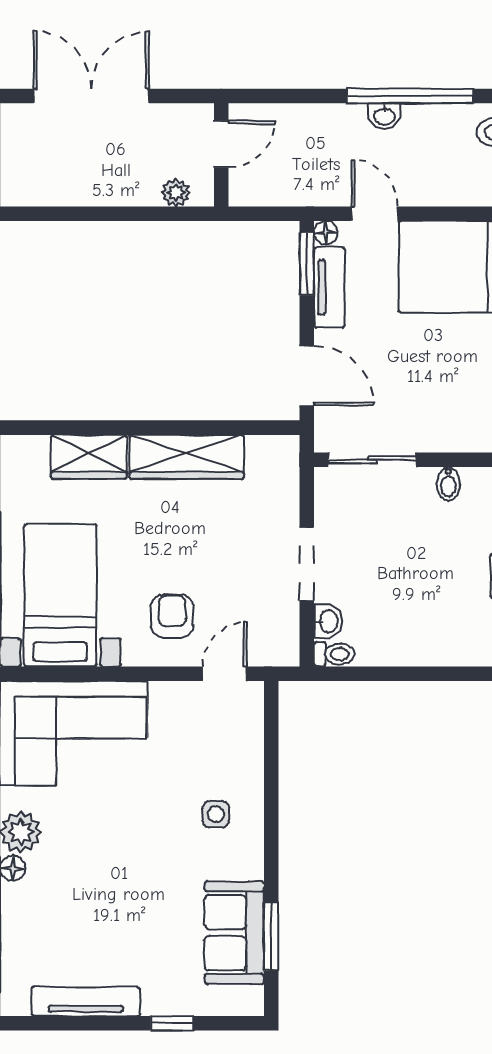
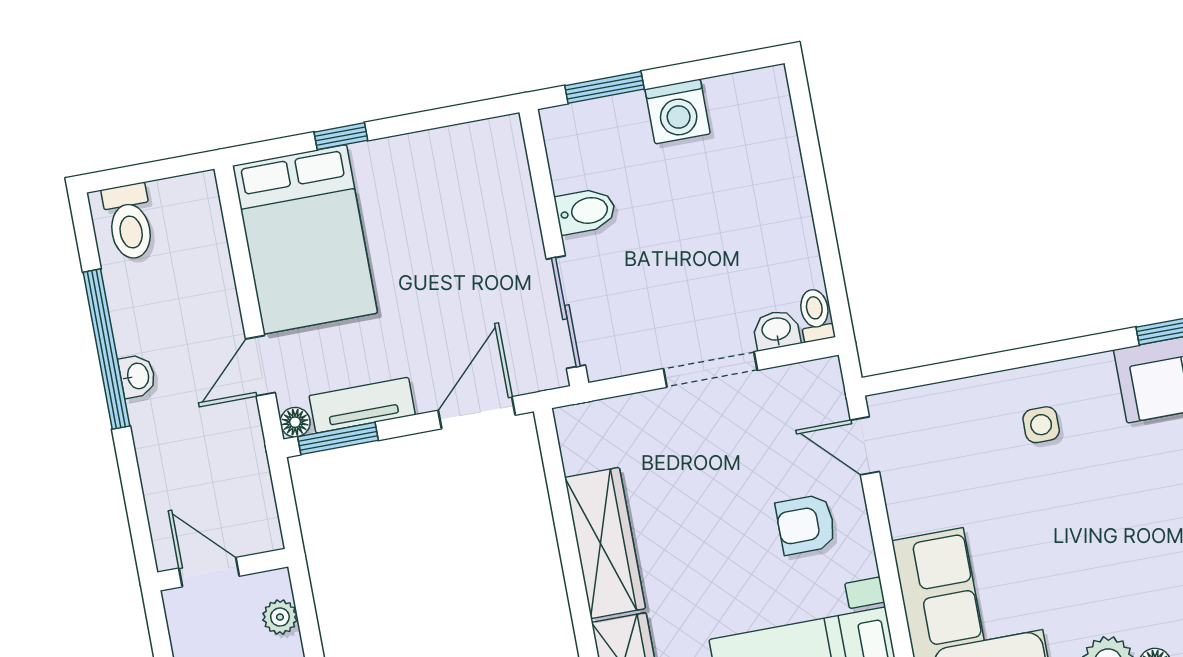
bidet: (448, 484) -> (586, 211), width x1.38, depth x1.36

